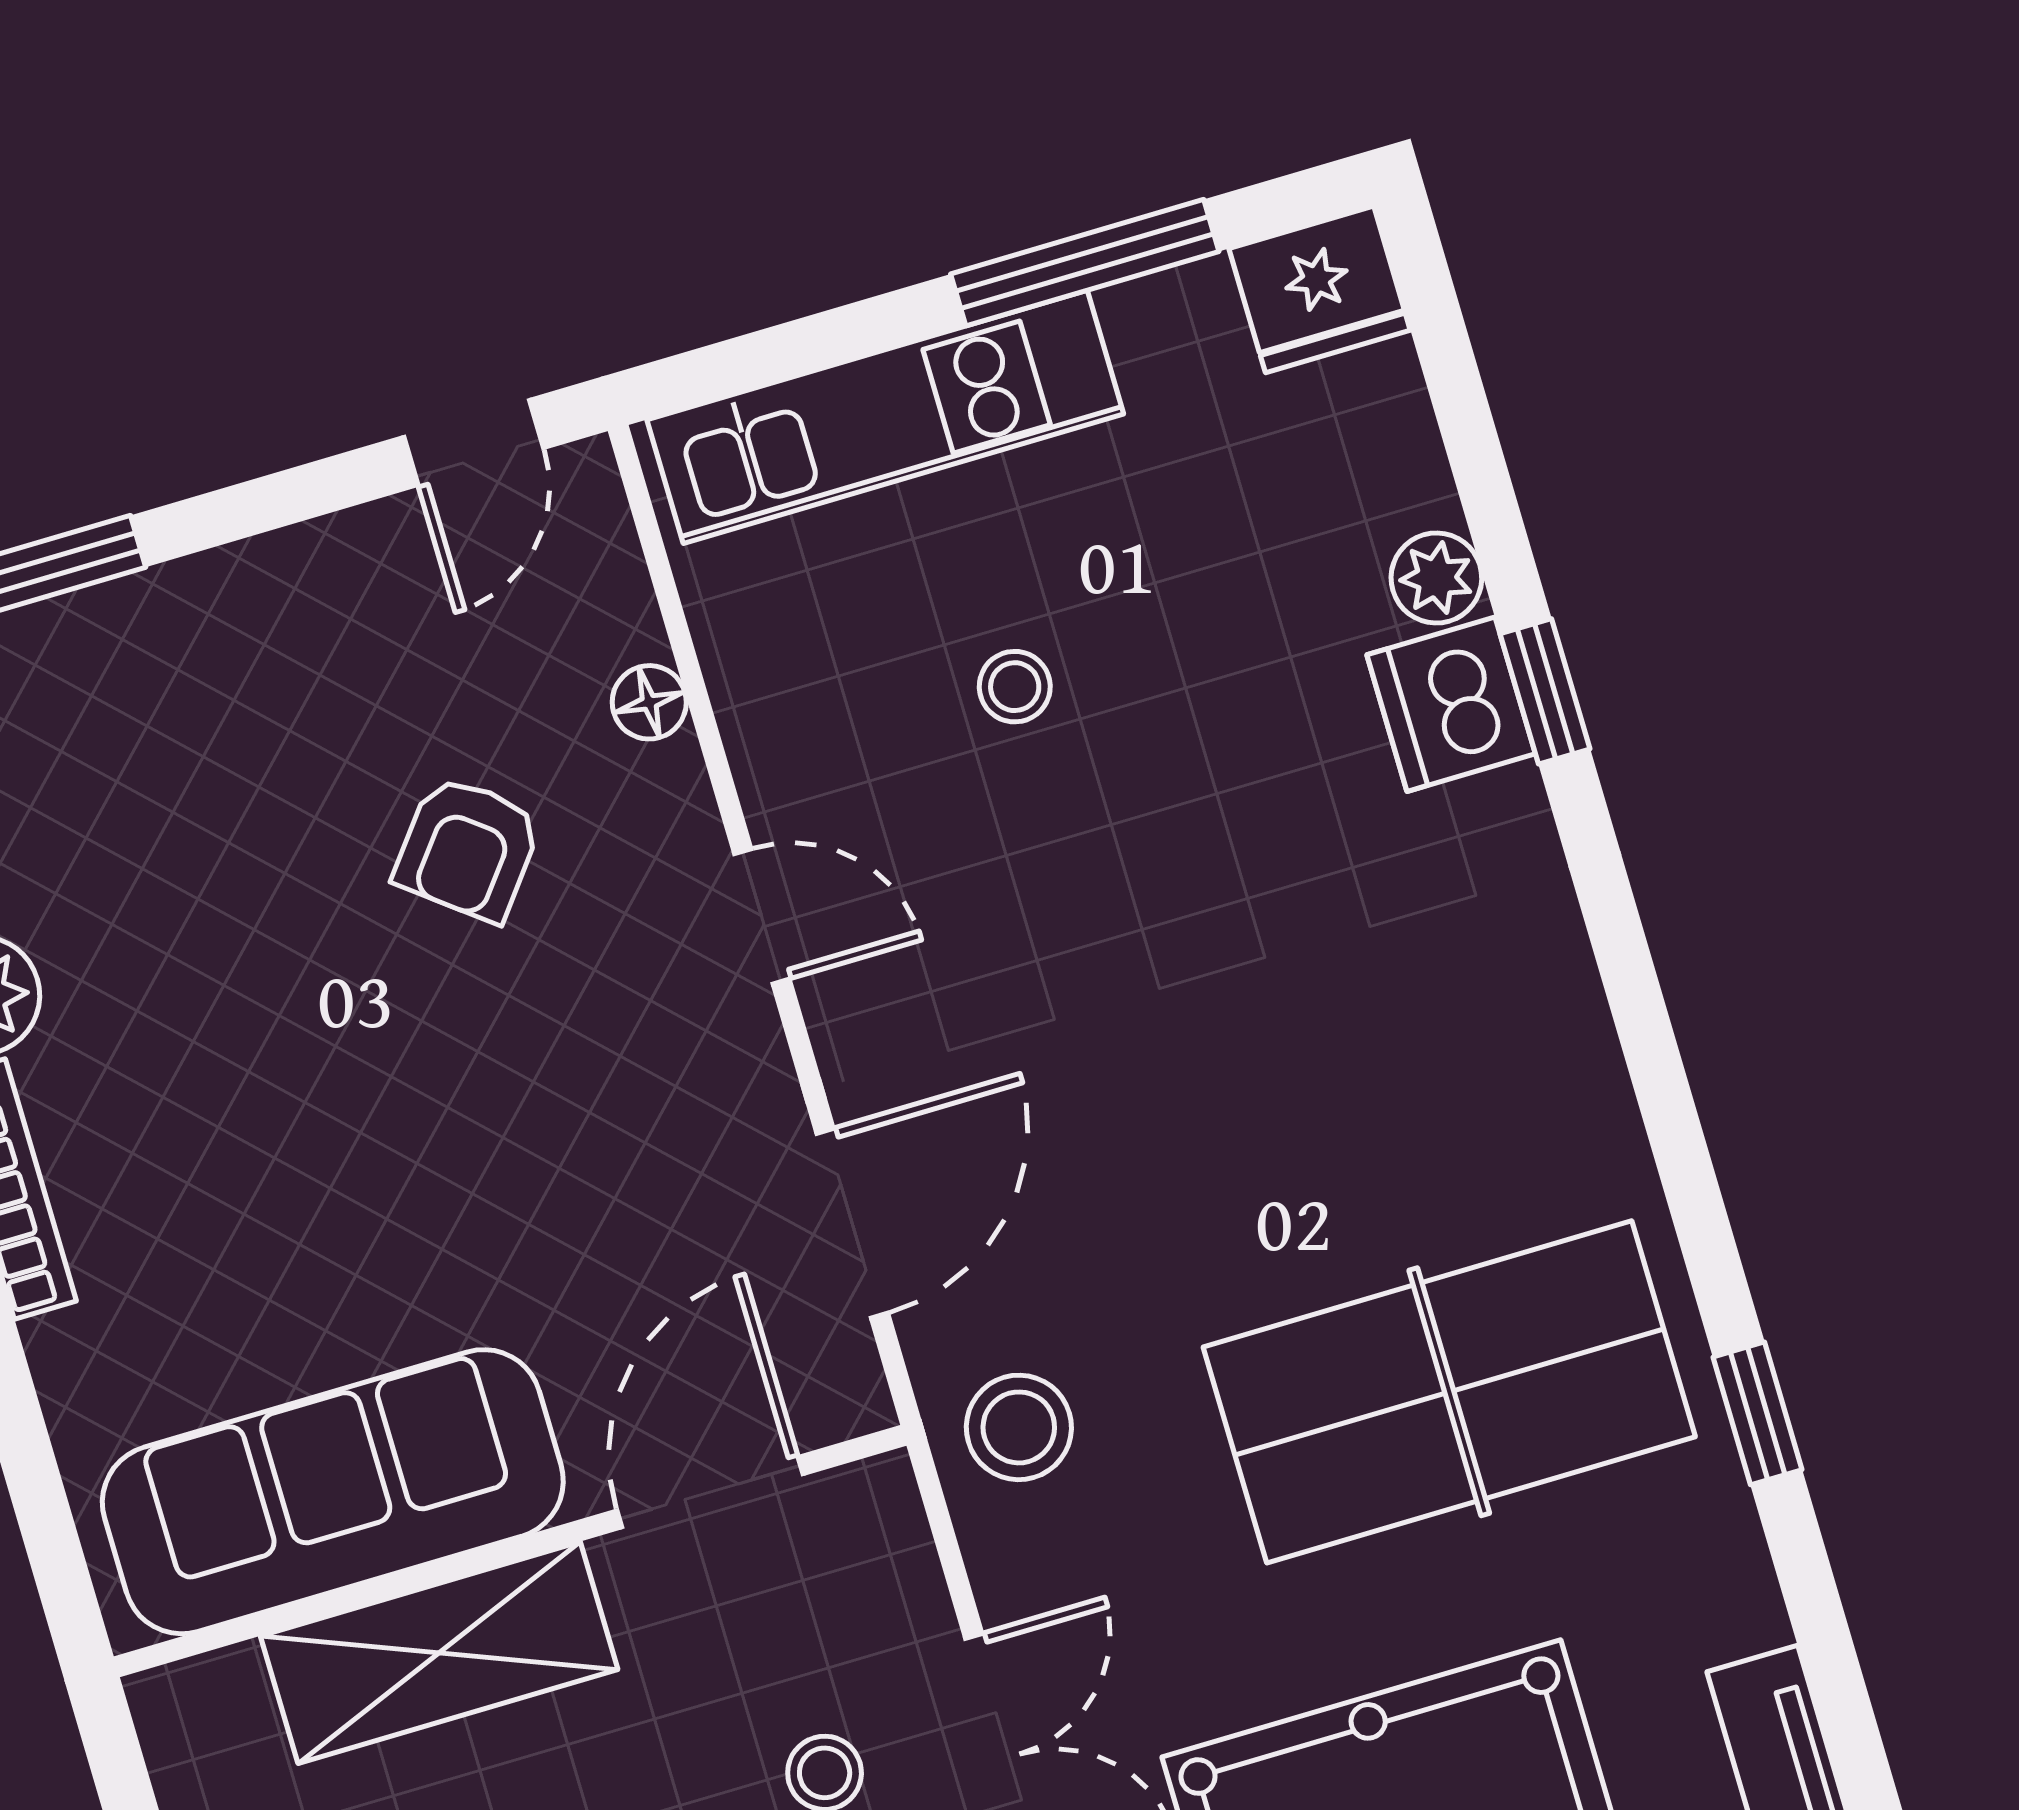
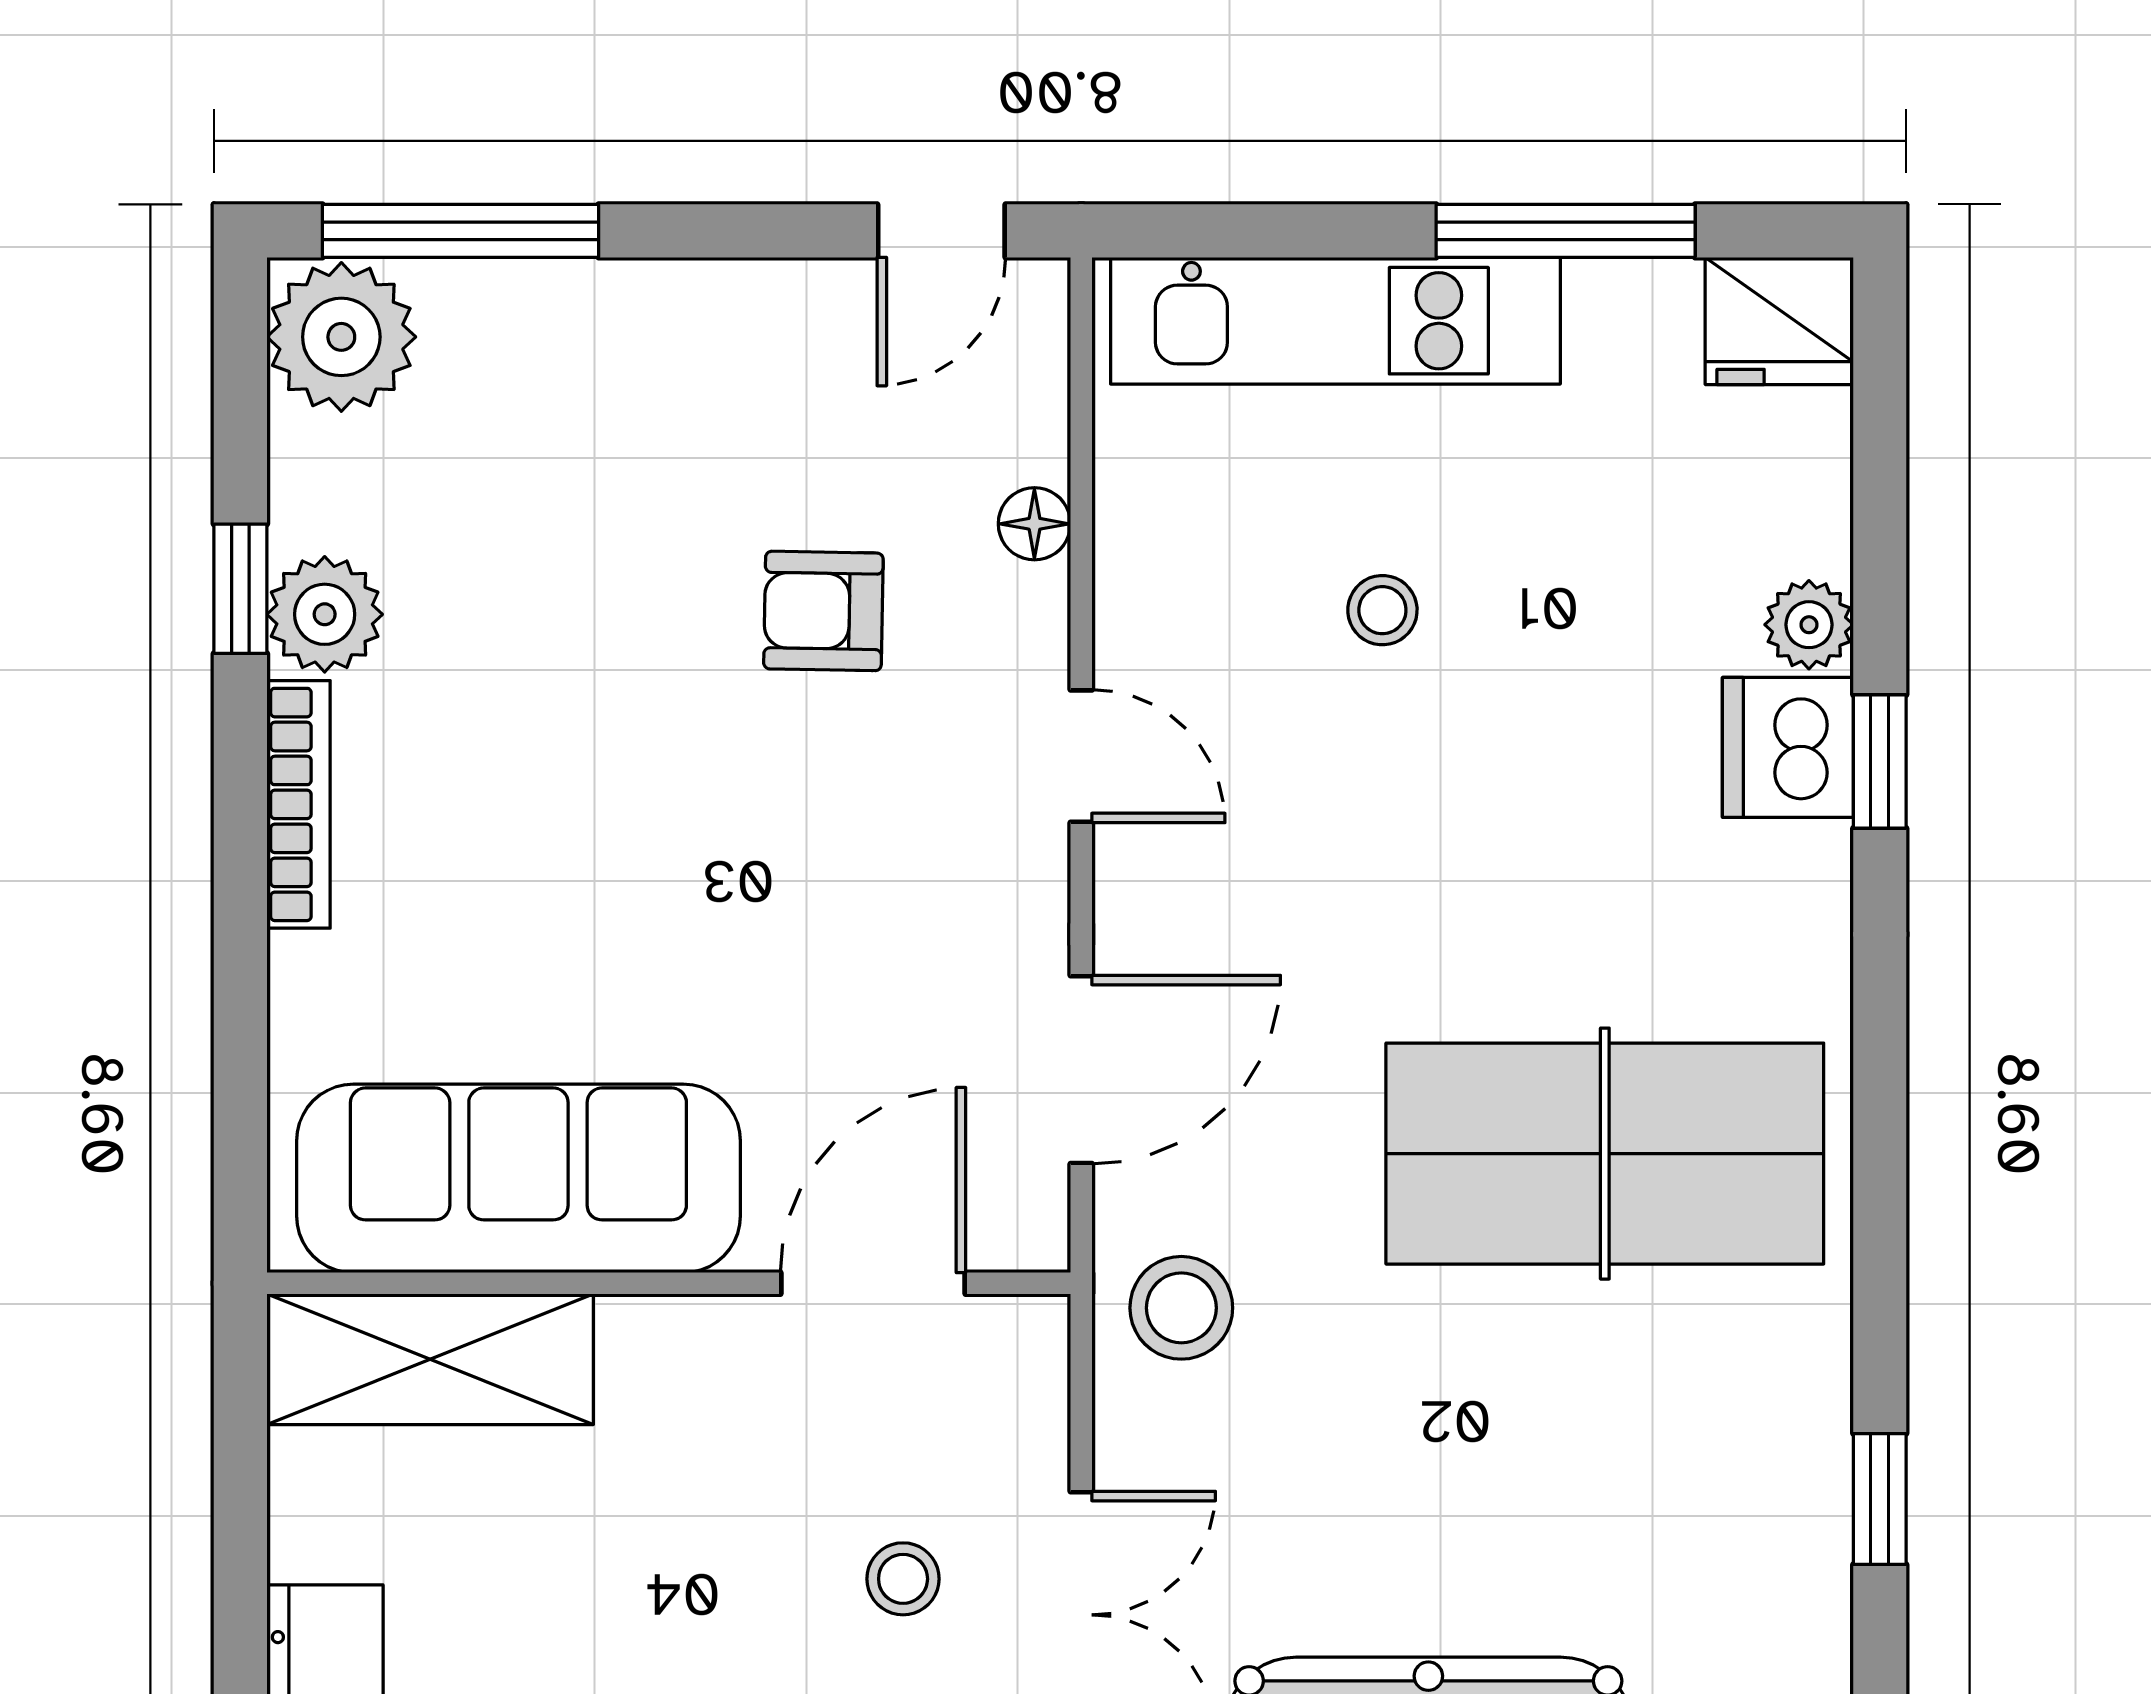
armchair: (468, 848) -> (823, 611), turned 53
table tennis table: (1449, 1392) -> (1605, 1154), moved
shelving: (439, 1653) -> (430, 1359), moved

